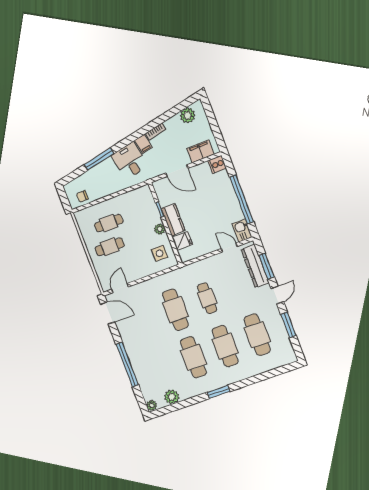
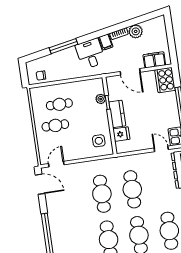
plant: (188, 115) -> (136, 31), moved
cooker: (217, 164) -> (165, 80), width x1.87, depth x1.31
plant: (160, 229) -> (101, 99), moved
cafe table: (207, 298) -> (132, 189), width x1.37, depth x1.35

